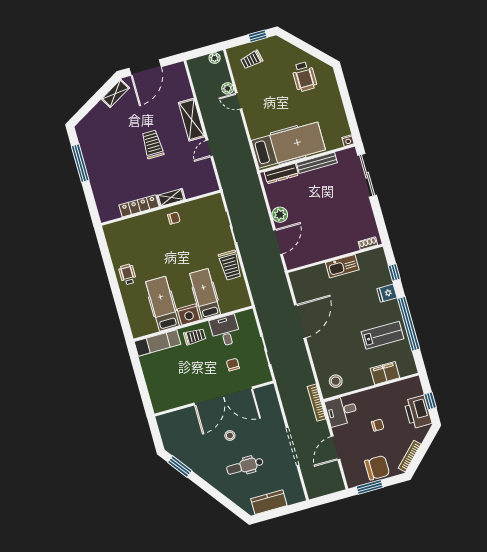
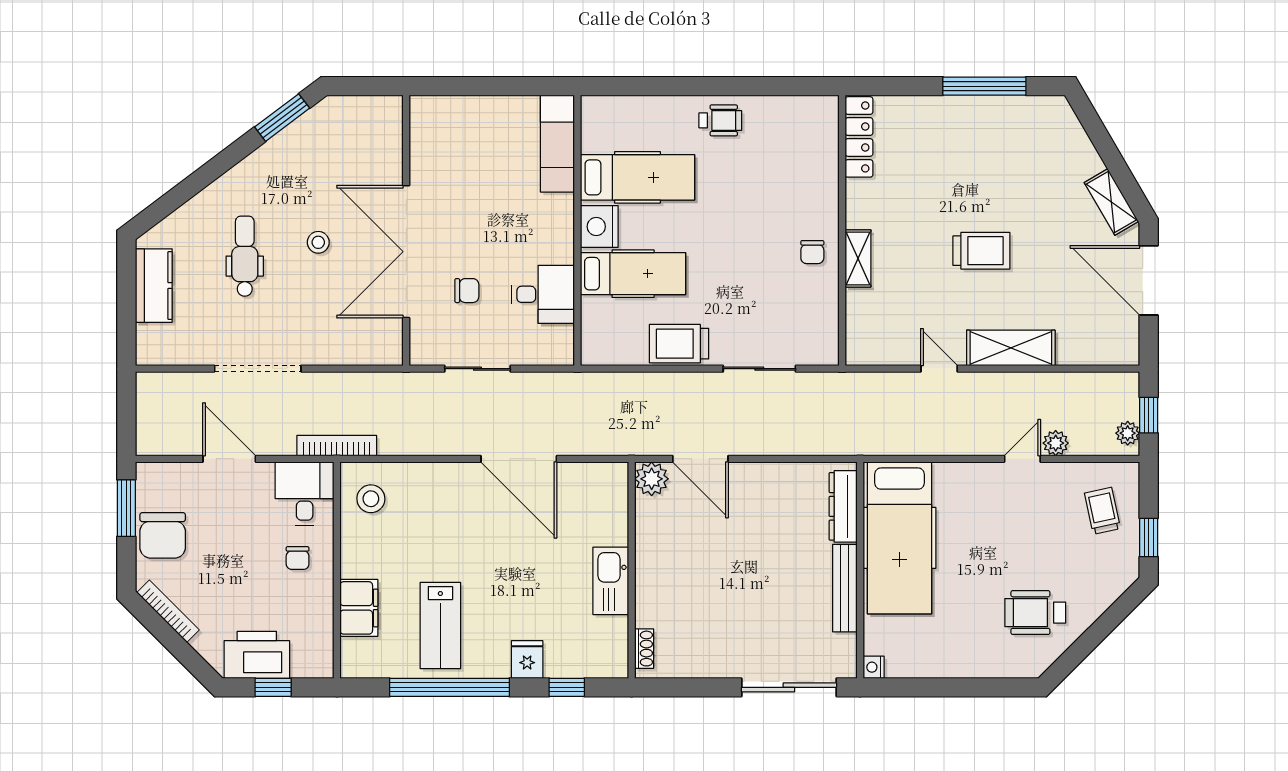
window: (204, 51) -> (1149, 415), added
locker: (139, 206) -> (859, 137), moved
plant: (280, 215) -> (652, 479), moved
trolley: (195, 336) -> (549, 226), removed
chair: (378, 425) -> (298, 558), moved

